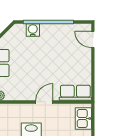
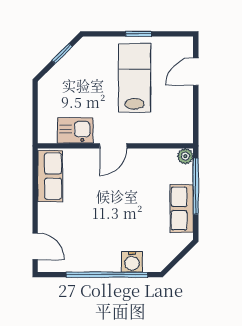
row of seats: (75, 93) -> (50, 176), moved, turned -90
kitchen sink: (83, 119) -> (75, 130), moved, turned -90

